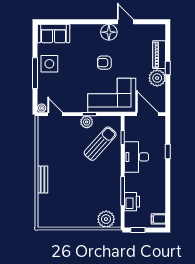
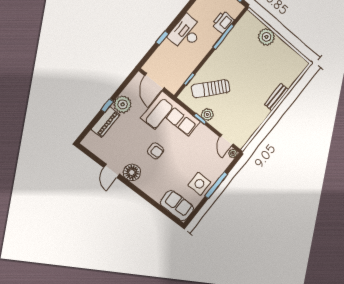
desk: (136, 157) -> (186, 33), moved, turned 180
plant: (106, 219) -> (266, 37), moved

